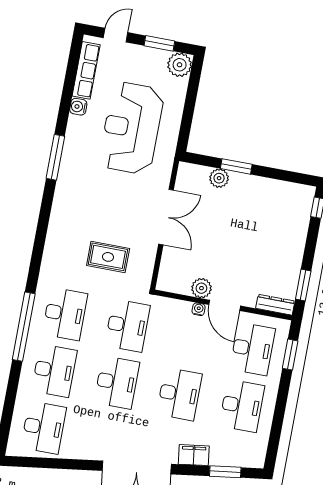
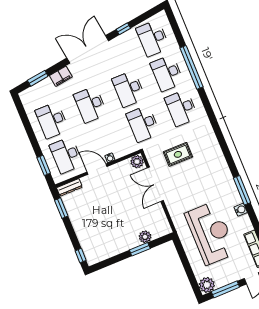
window: (159, 43) -> (225, 289), width x1.44
water cooler: (78, 107) -> (241, 210), moved
double door: (166, 217) -> (155, 184), moved
plant: (201, 288) -> (137, 162), moved
window: (24, 327) -> (192, 67), moved
window: (74, 464) -> (123, 29), added

